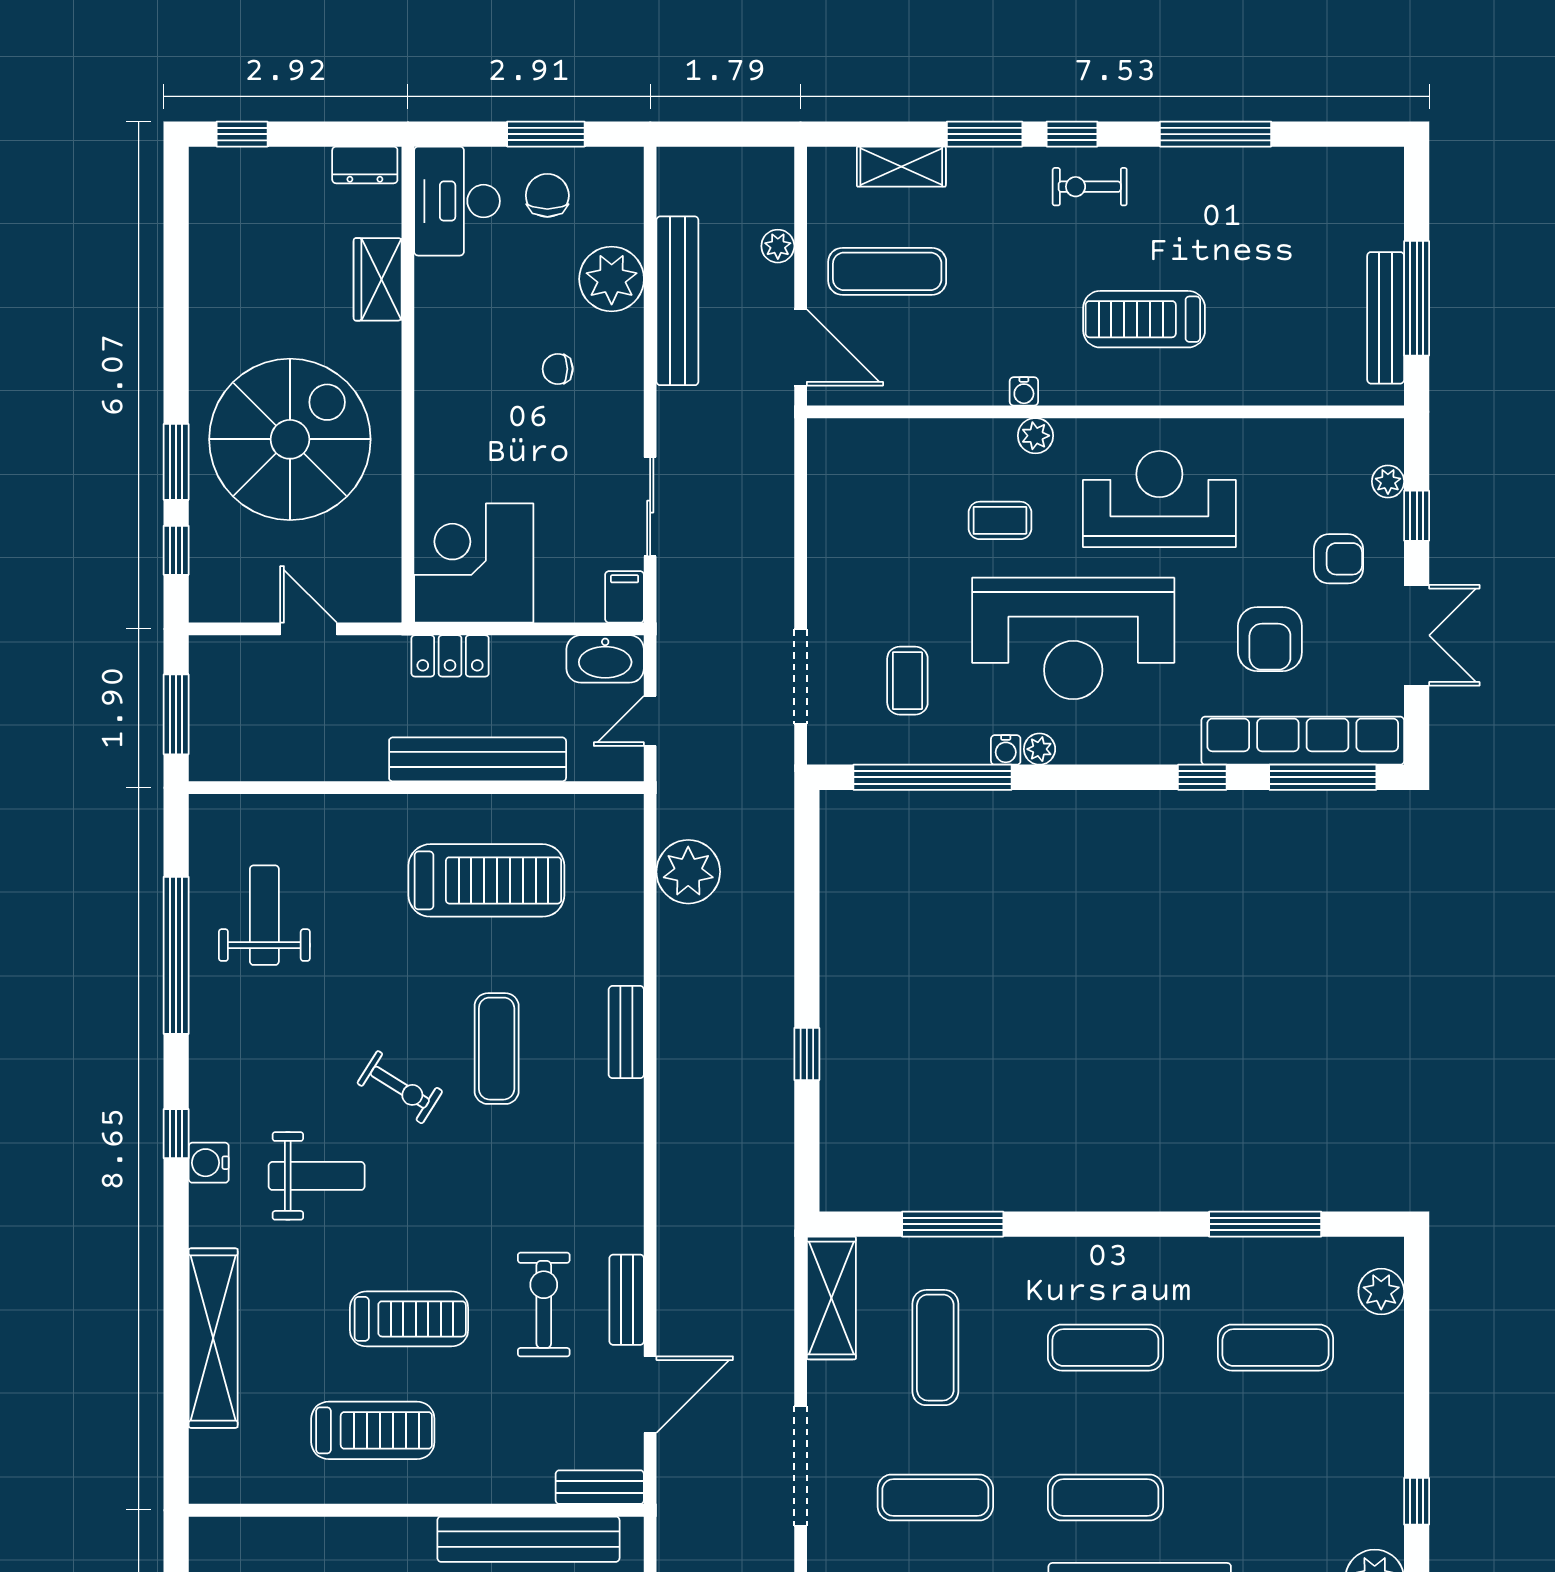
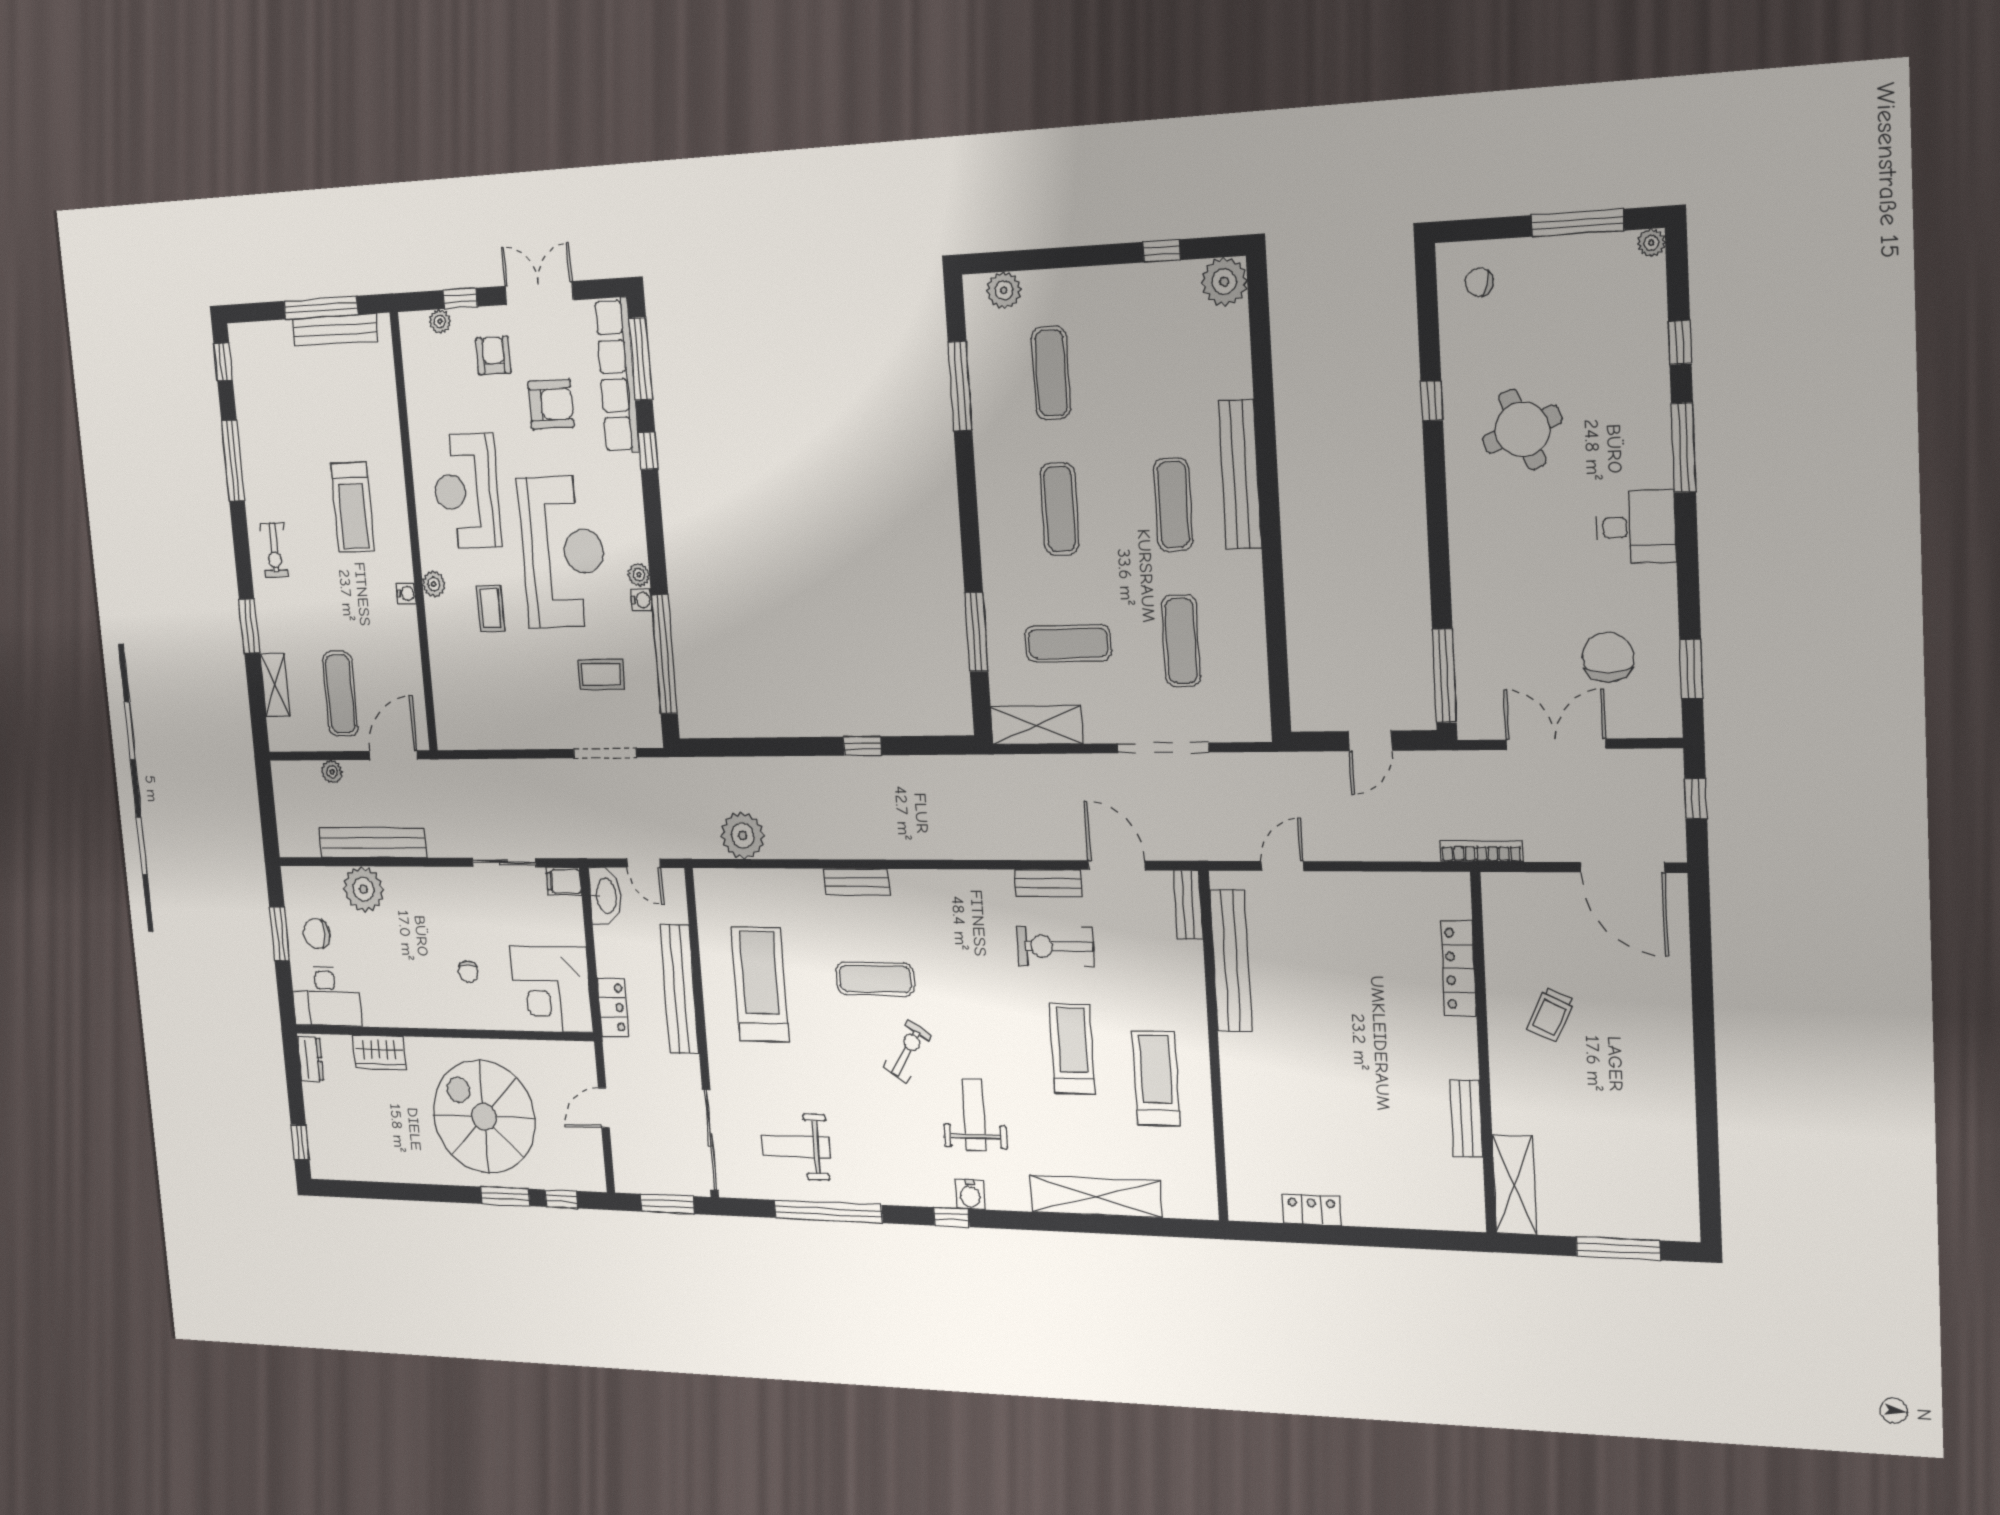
window: (1072, 134) -> (223, 362), moved
chair: (558, 369) -> (468, 972), moved
sliding door: (269, 788) -> (710, 1140), added

